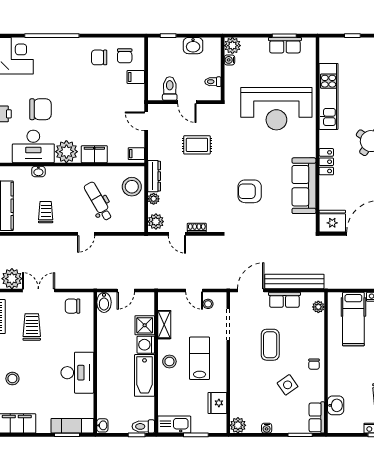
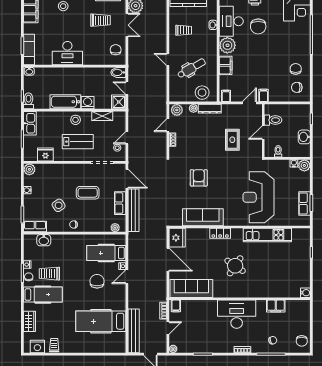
filing cabinet: (136, 77) -> (264, 95), moved
shower: (145, 325) -> (119, 102), moved

